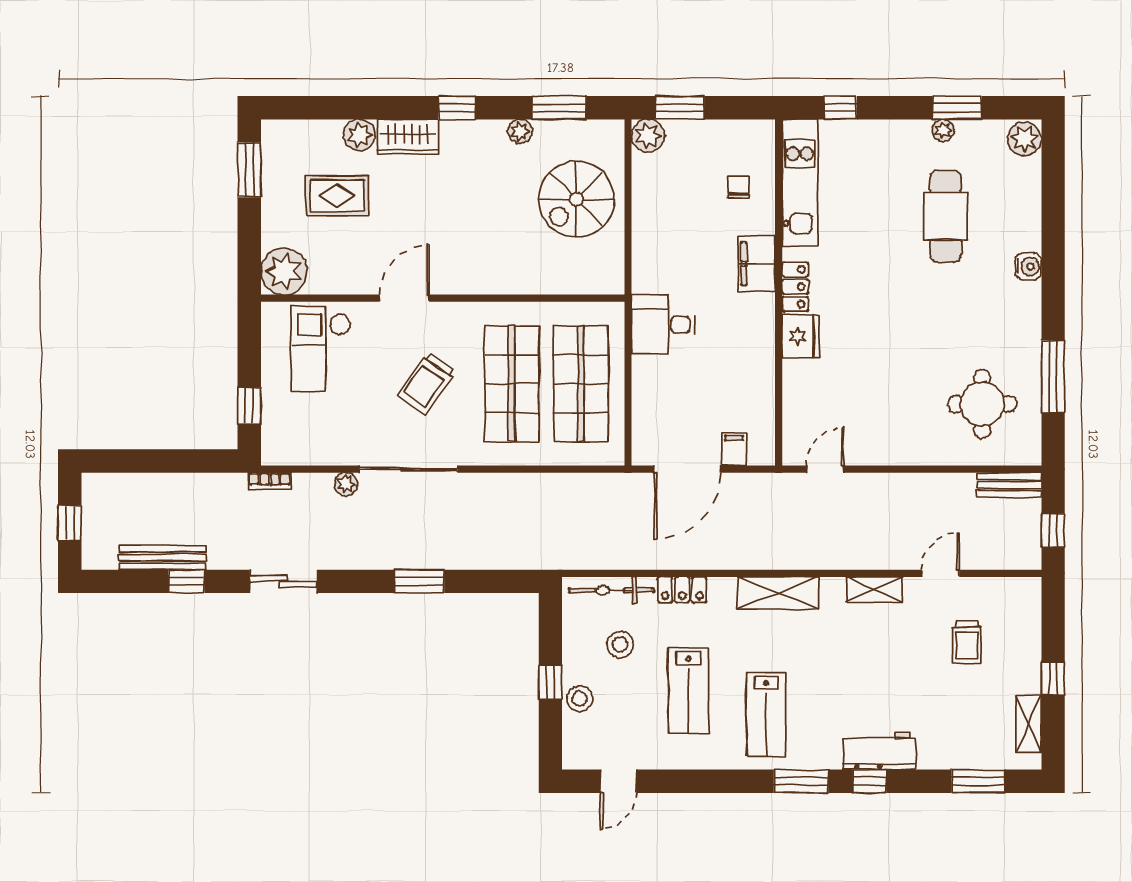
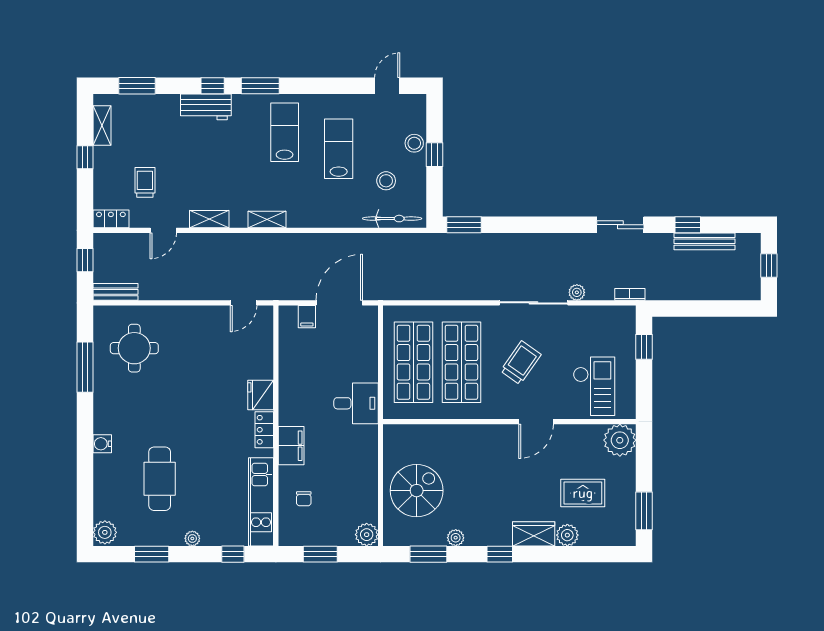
window: (680, 108) -> (320, 554), moved
plant: (943, 130) -> (192, 538), moved
window: (419, 581) -> (464, 225), moved
locker: (682, 590) -> (111, 219), moved
shelving: (778, 593) -> (267, 219), width x0.67, depth x0.75

